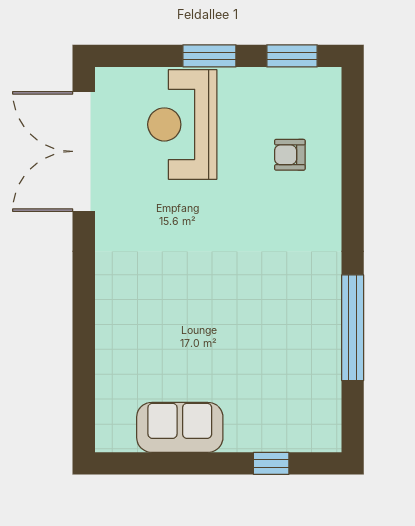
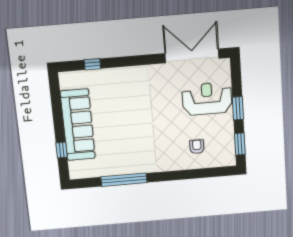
window: (84, 374) -> (92, 64), added
sofa: (180, 427) -> (78, 125), width x1.85, depth x1.27

